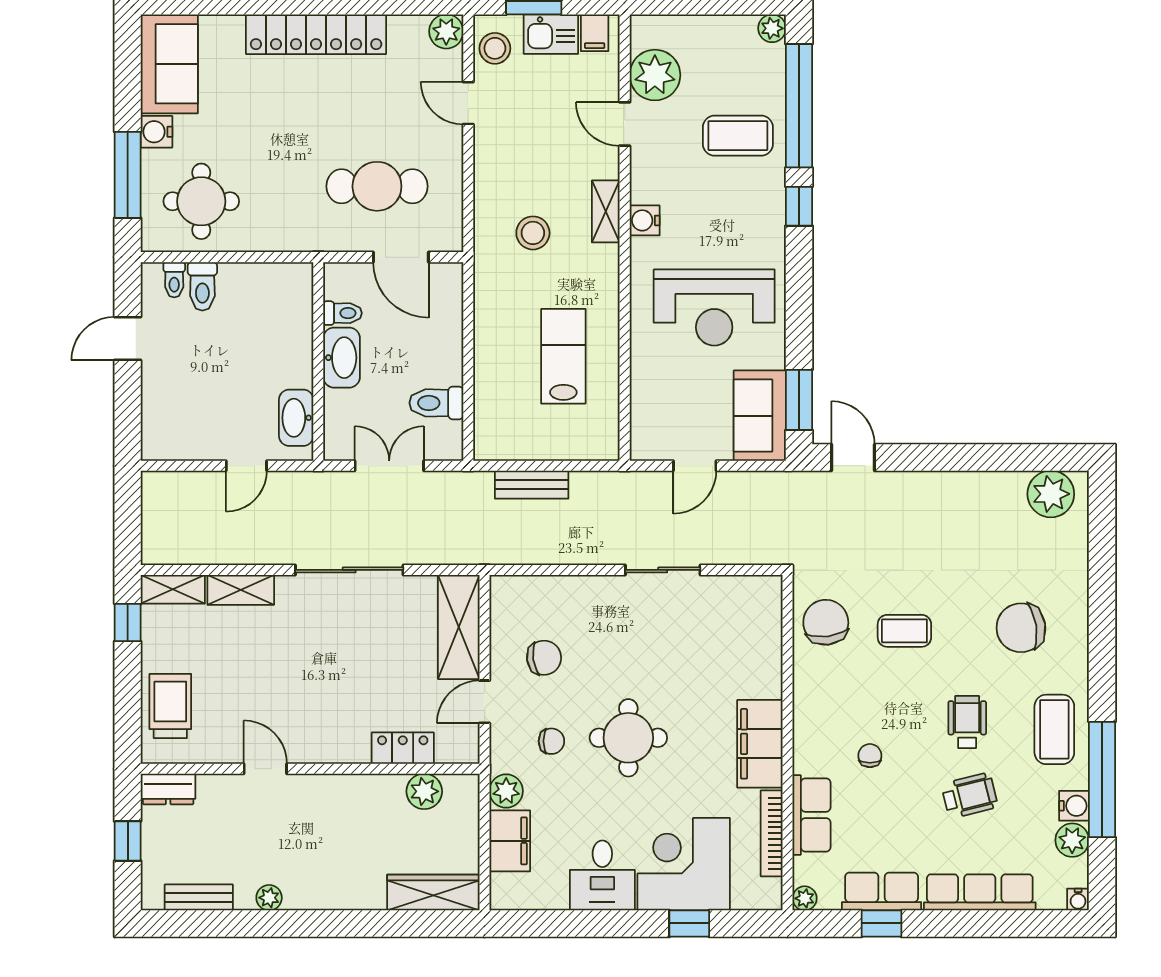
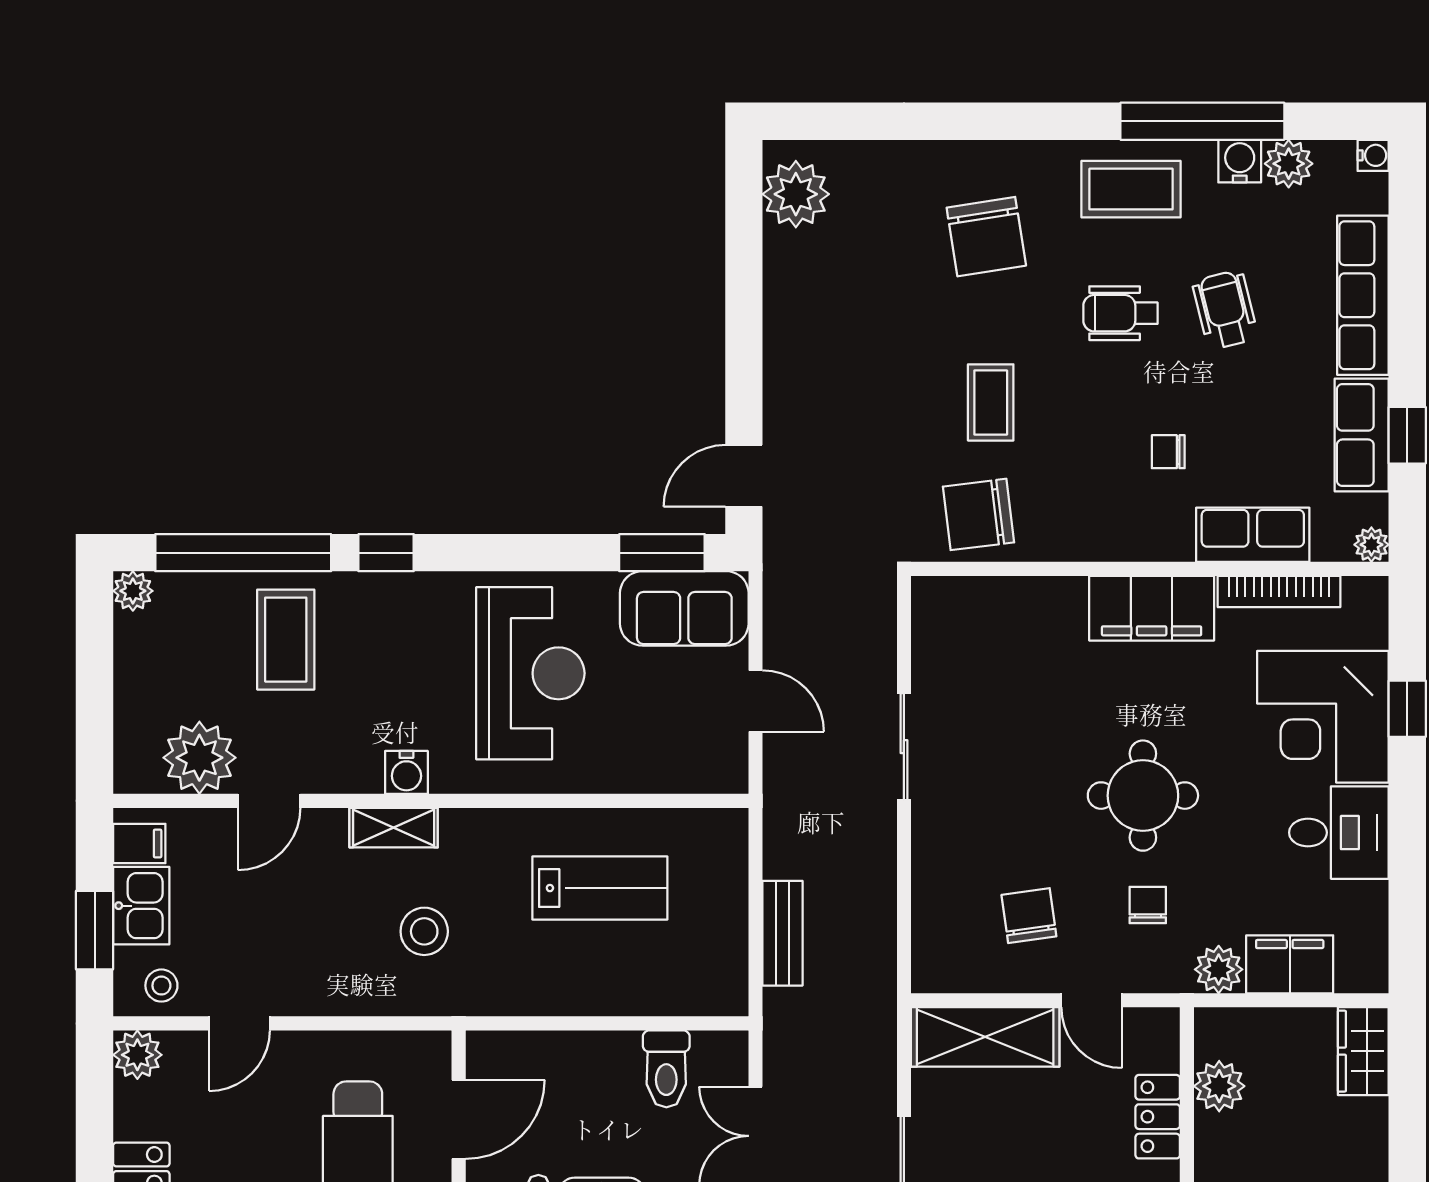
stool: (495, 48) -> (161, 986), width x0.73, depth x0.73
lab bench: (563, 356) -> (600, 888), turned 180
wardrobe: (433, 893) -> (1363, 1051), width x0.67

